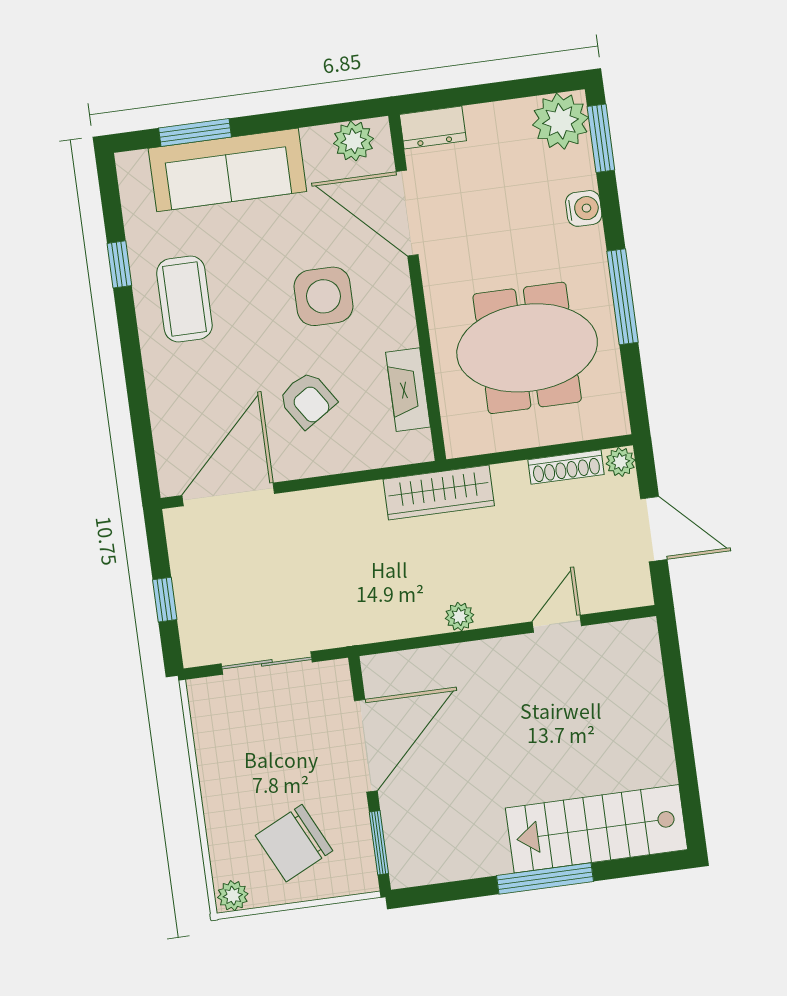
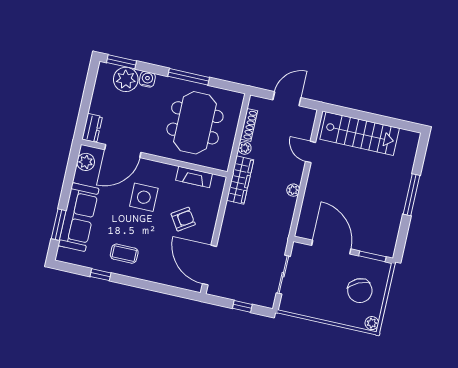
plant: (561, 121) -> (126, 79), moved
coffee table: (184, 299) -> (124, 254), width x0.73, depth x0.77
plant: (620, 462) -> (245, 148), moved
stairs: (597, 829) -> (360, 134), moved, turned -90

